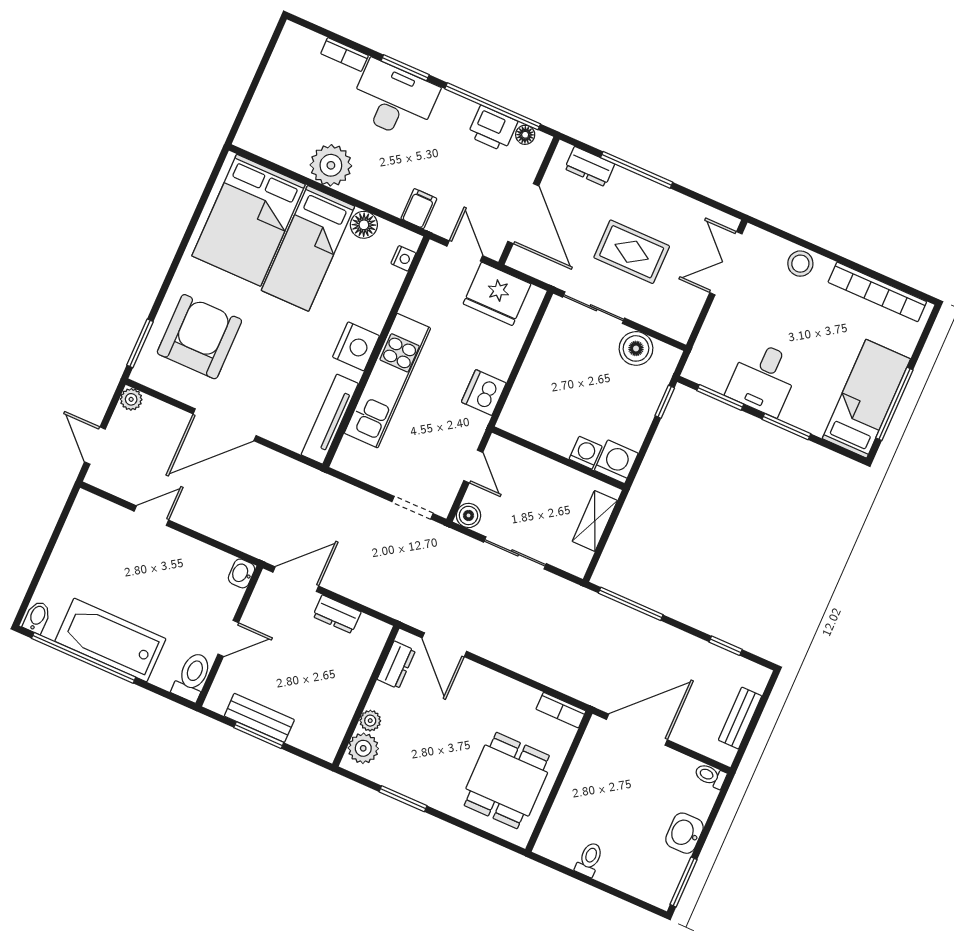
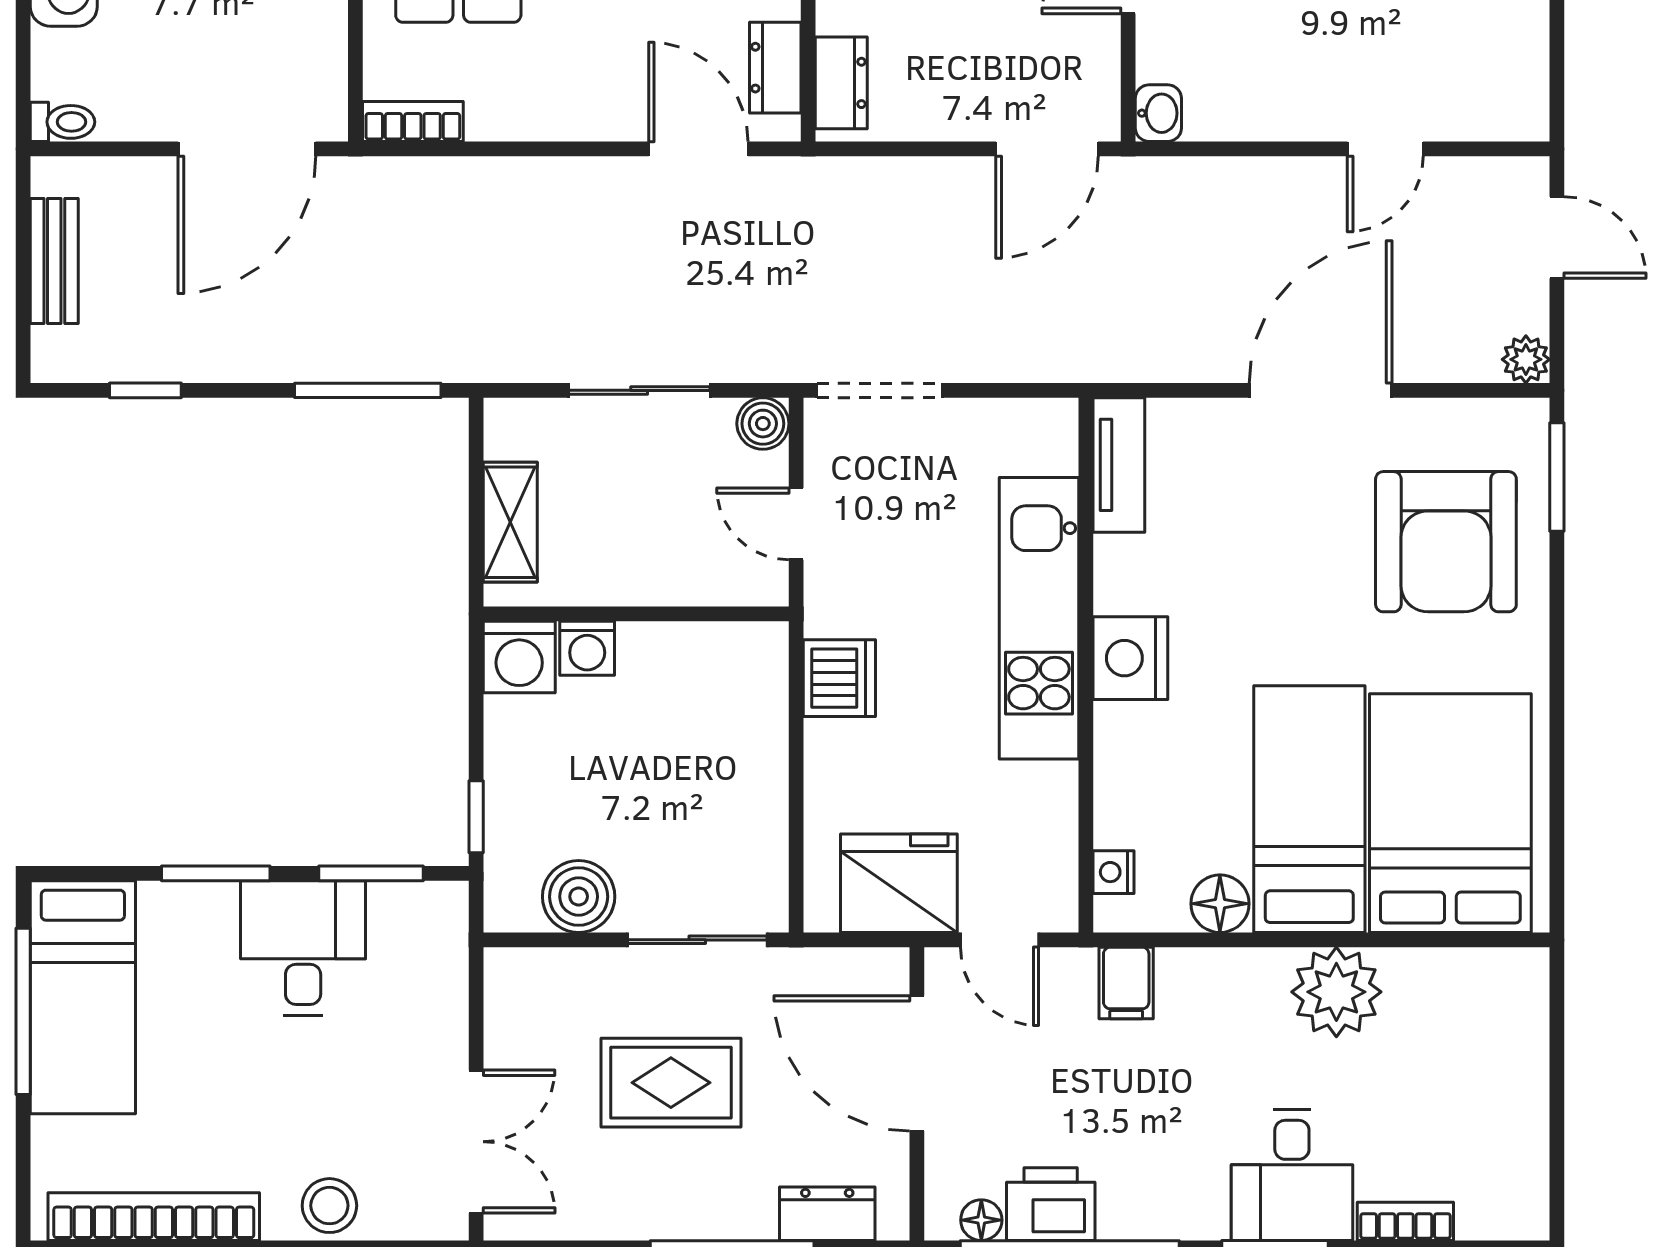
desk: (394, 100) -> (1292, 1175), width x0.73
tv unit: (330, 419) -> (1119, 465), width x0.71
doorway: (412, 508) -> (880, 390), width x1.38
dresser: (337, 614) -> (841, 83), moved, turned 90

